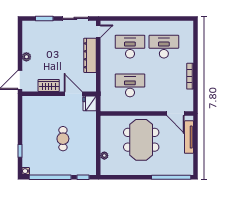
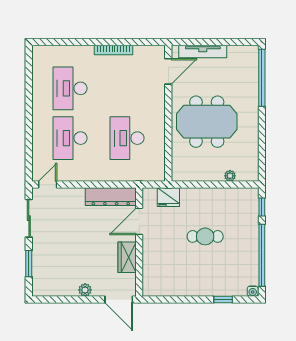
door: (98, 31) -> (48, 185), hinge flipped
dresser: (90, 55) -> (111, 197), moved
fridge: (90, 103) -> (168, 197), moved

